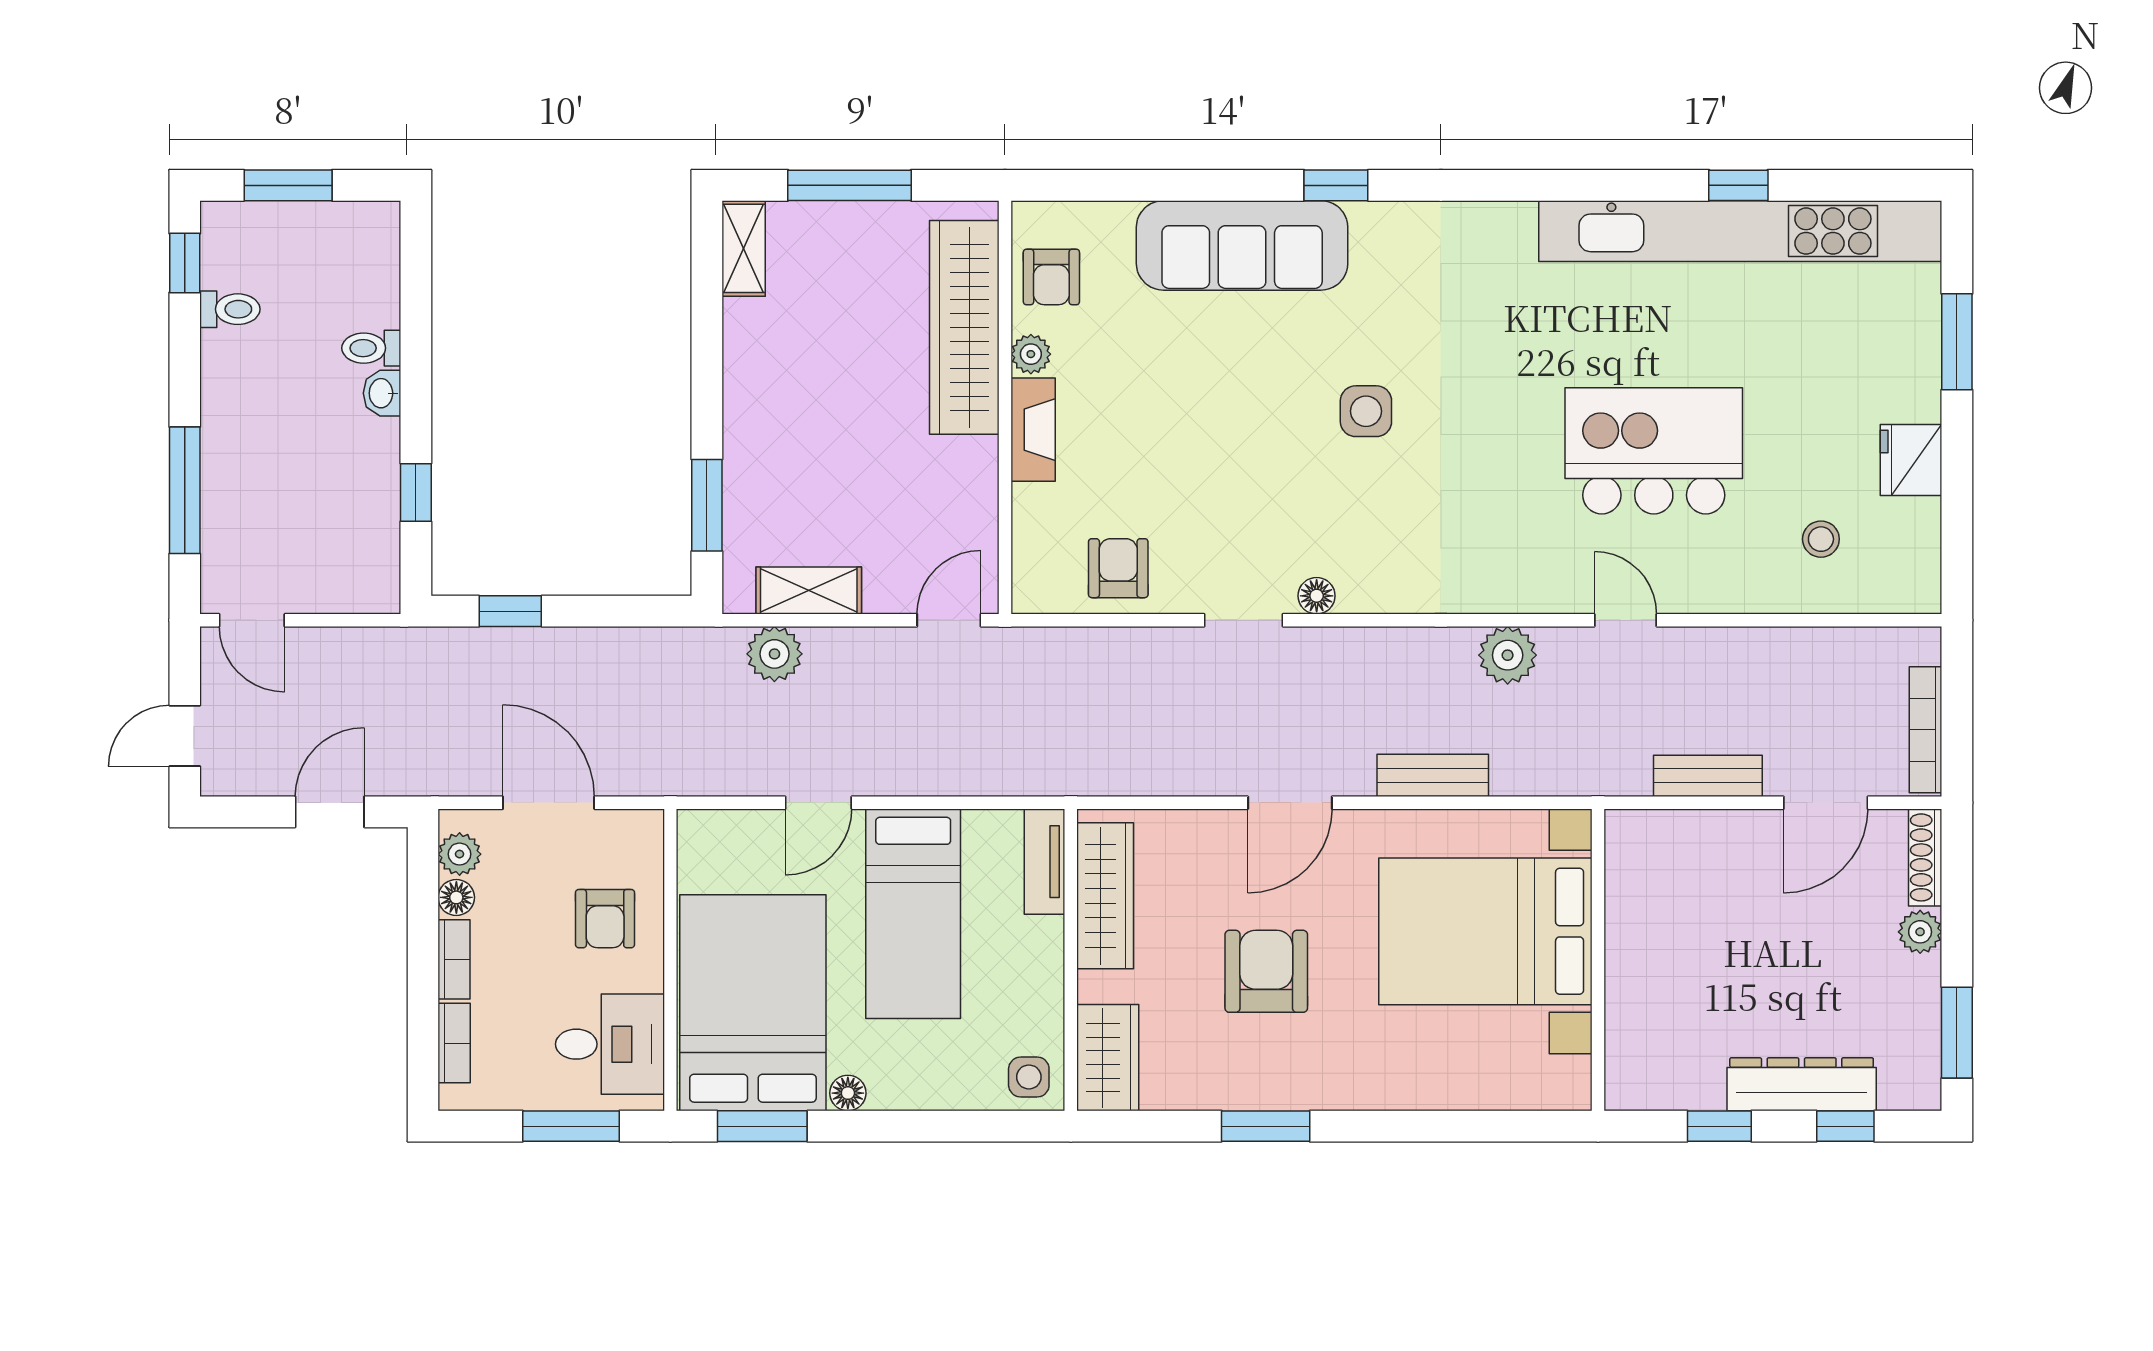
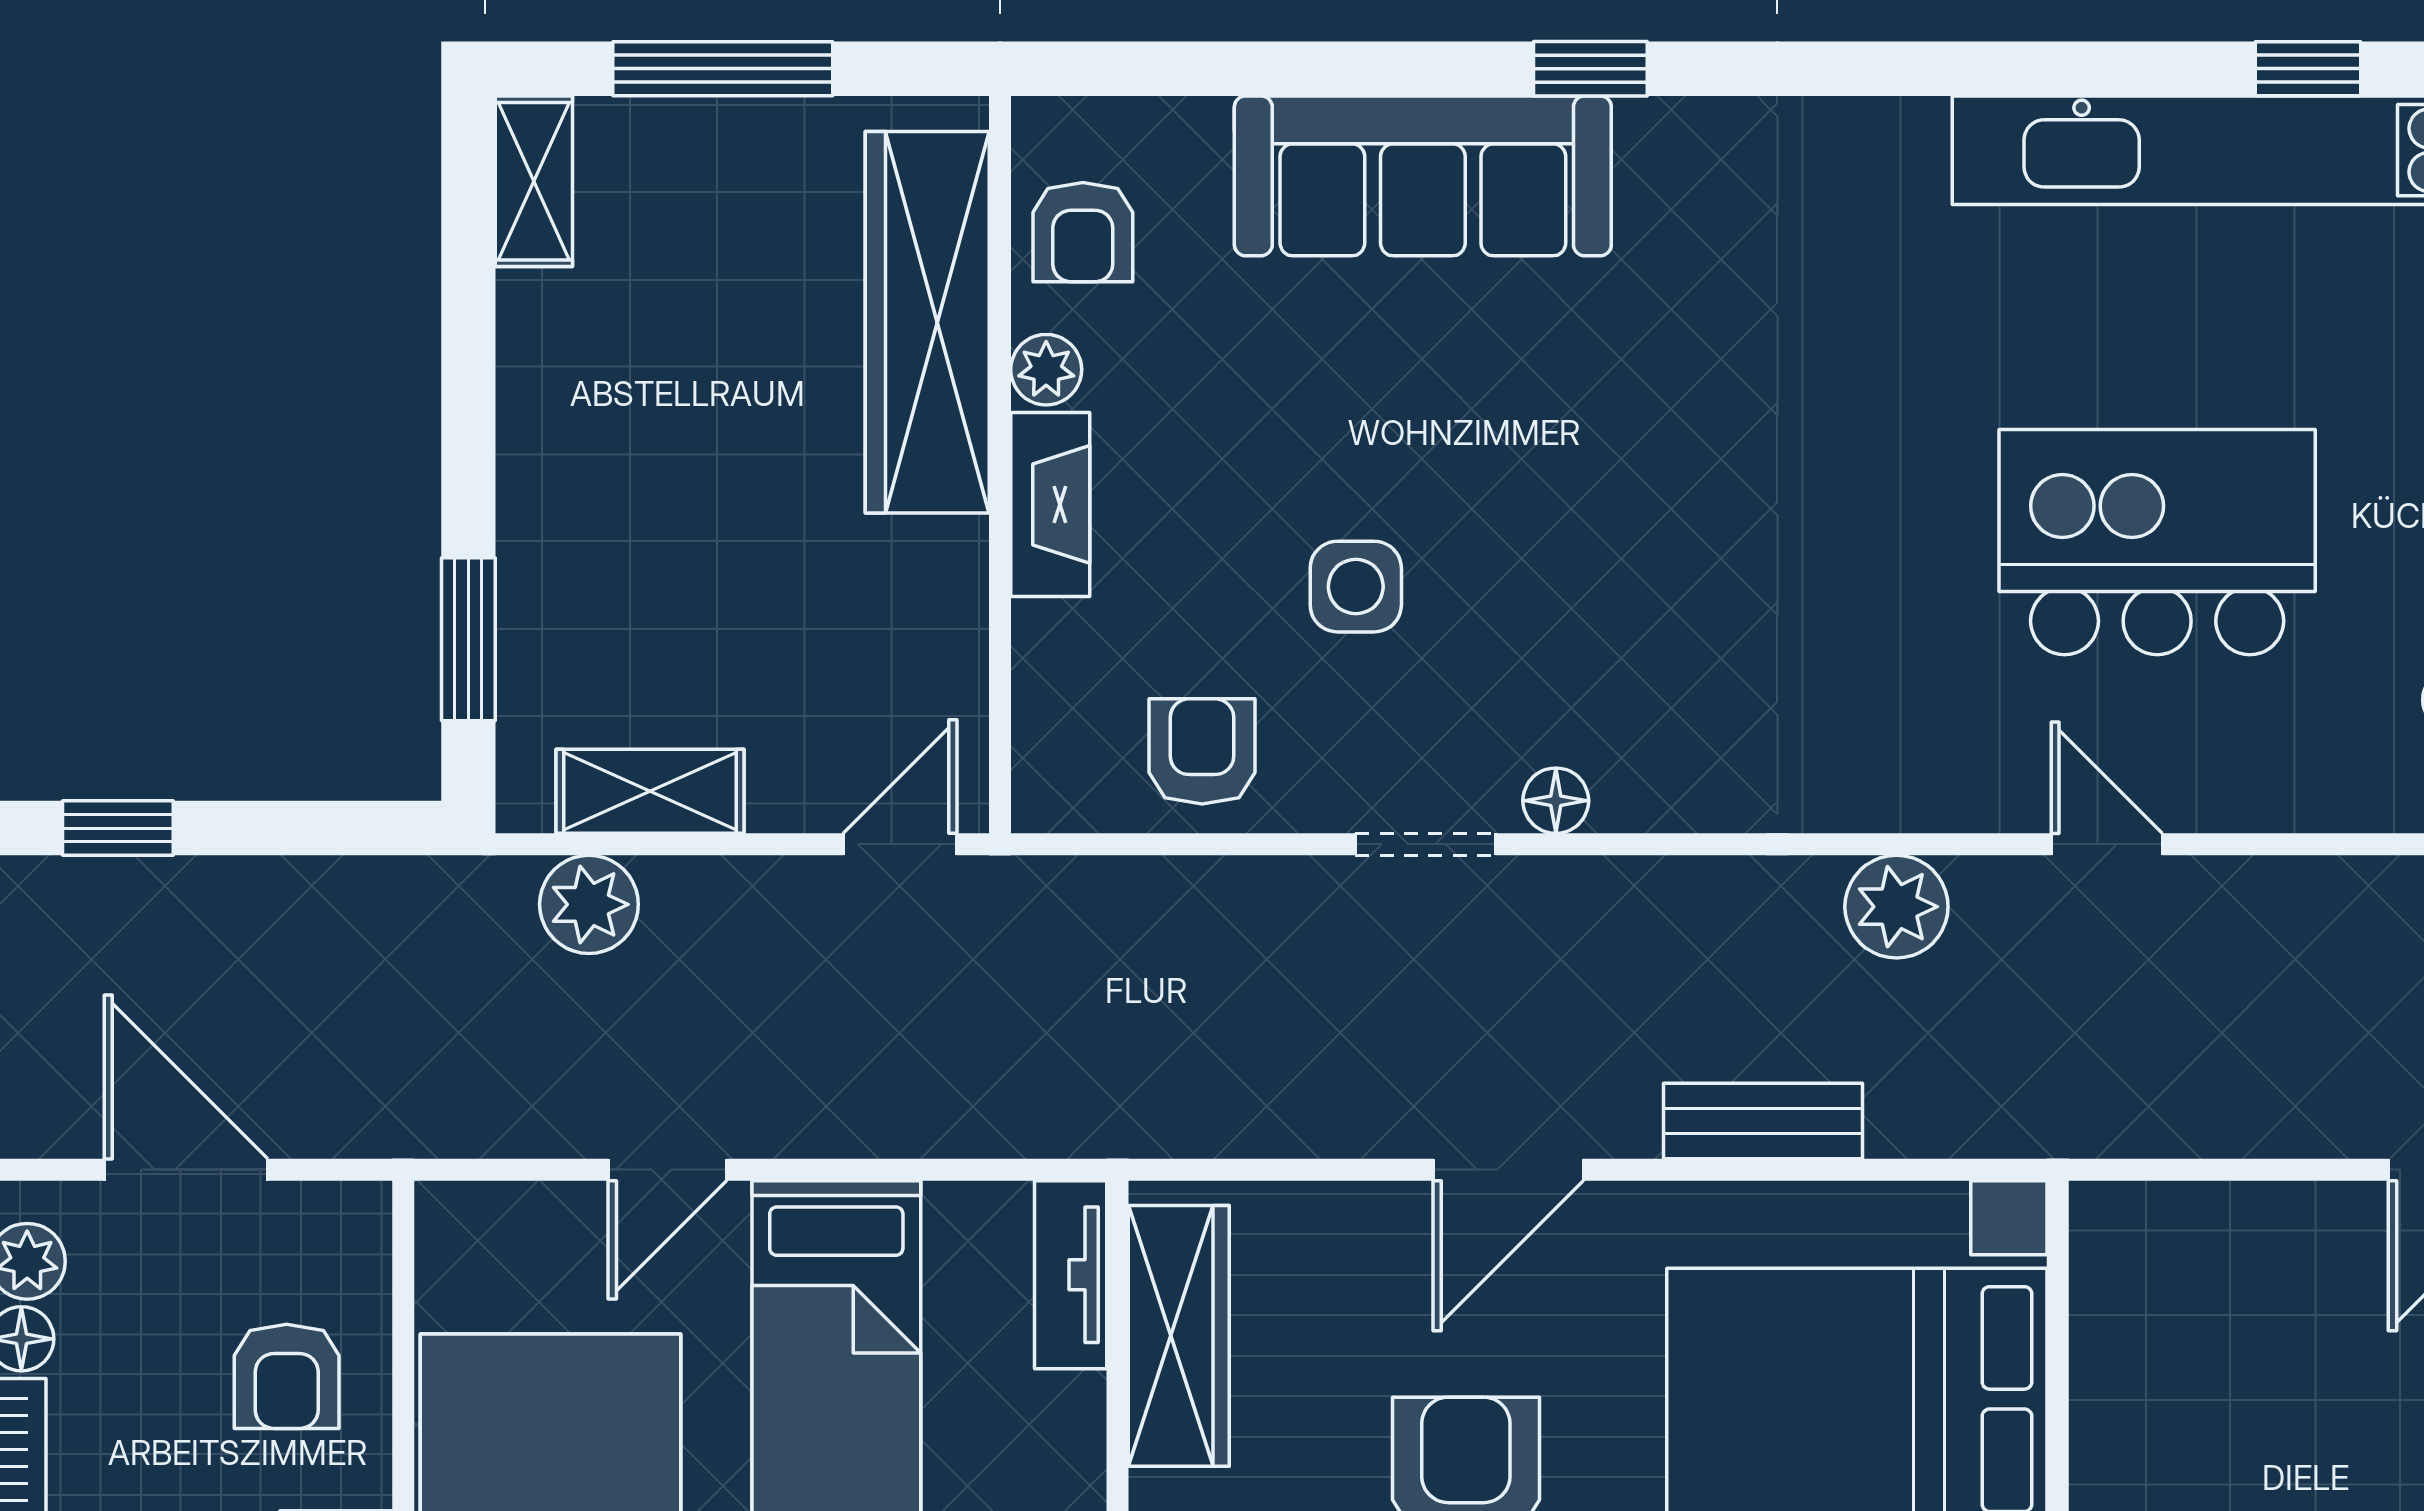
side table: (1366, 411) -> (1356, 587), moved
bench: (1708, 776) -> (2254, 1122), removed

